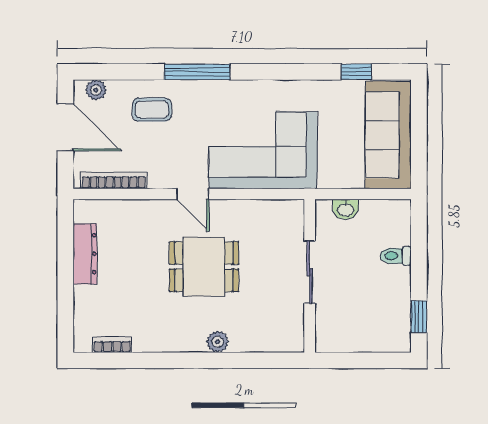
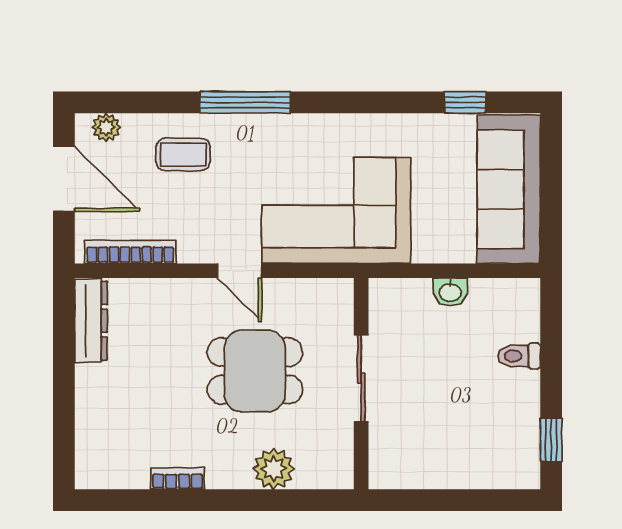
dresser: (85, 254) -> (91, 321), moved
sliding door: (310, 272) -> (361, 378), moved
wall: (310, 276) -> (361, 384), moved
plant: (218, 342) -> (274, 469), width x1.38, depth x1.38
bookcase: (112, 345) -> (178, 479), moved

